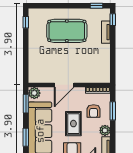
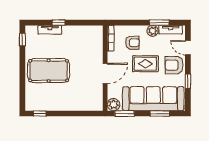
window: (113, 20) -> (59, 23), moved
pool table: (67, 31) -> (49, 71), turned 90
door: (64, 85) -> (105, 74), hinge flipped
window: (113, 111) -> (159, 23), moved

